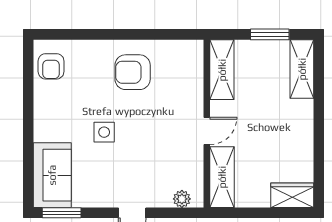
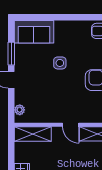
door: (207, 131) -> (71, 125), moved
window: (62, 213) -> (11, 54), moved

